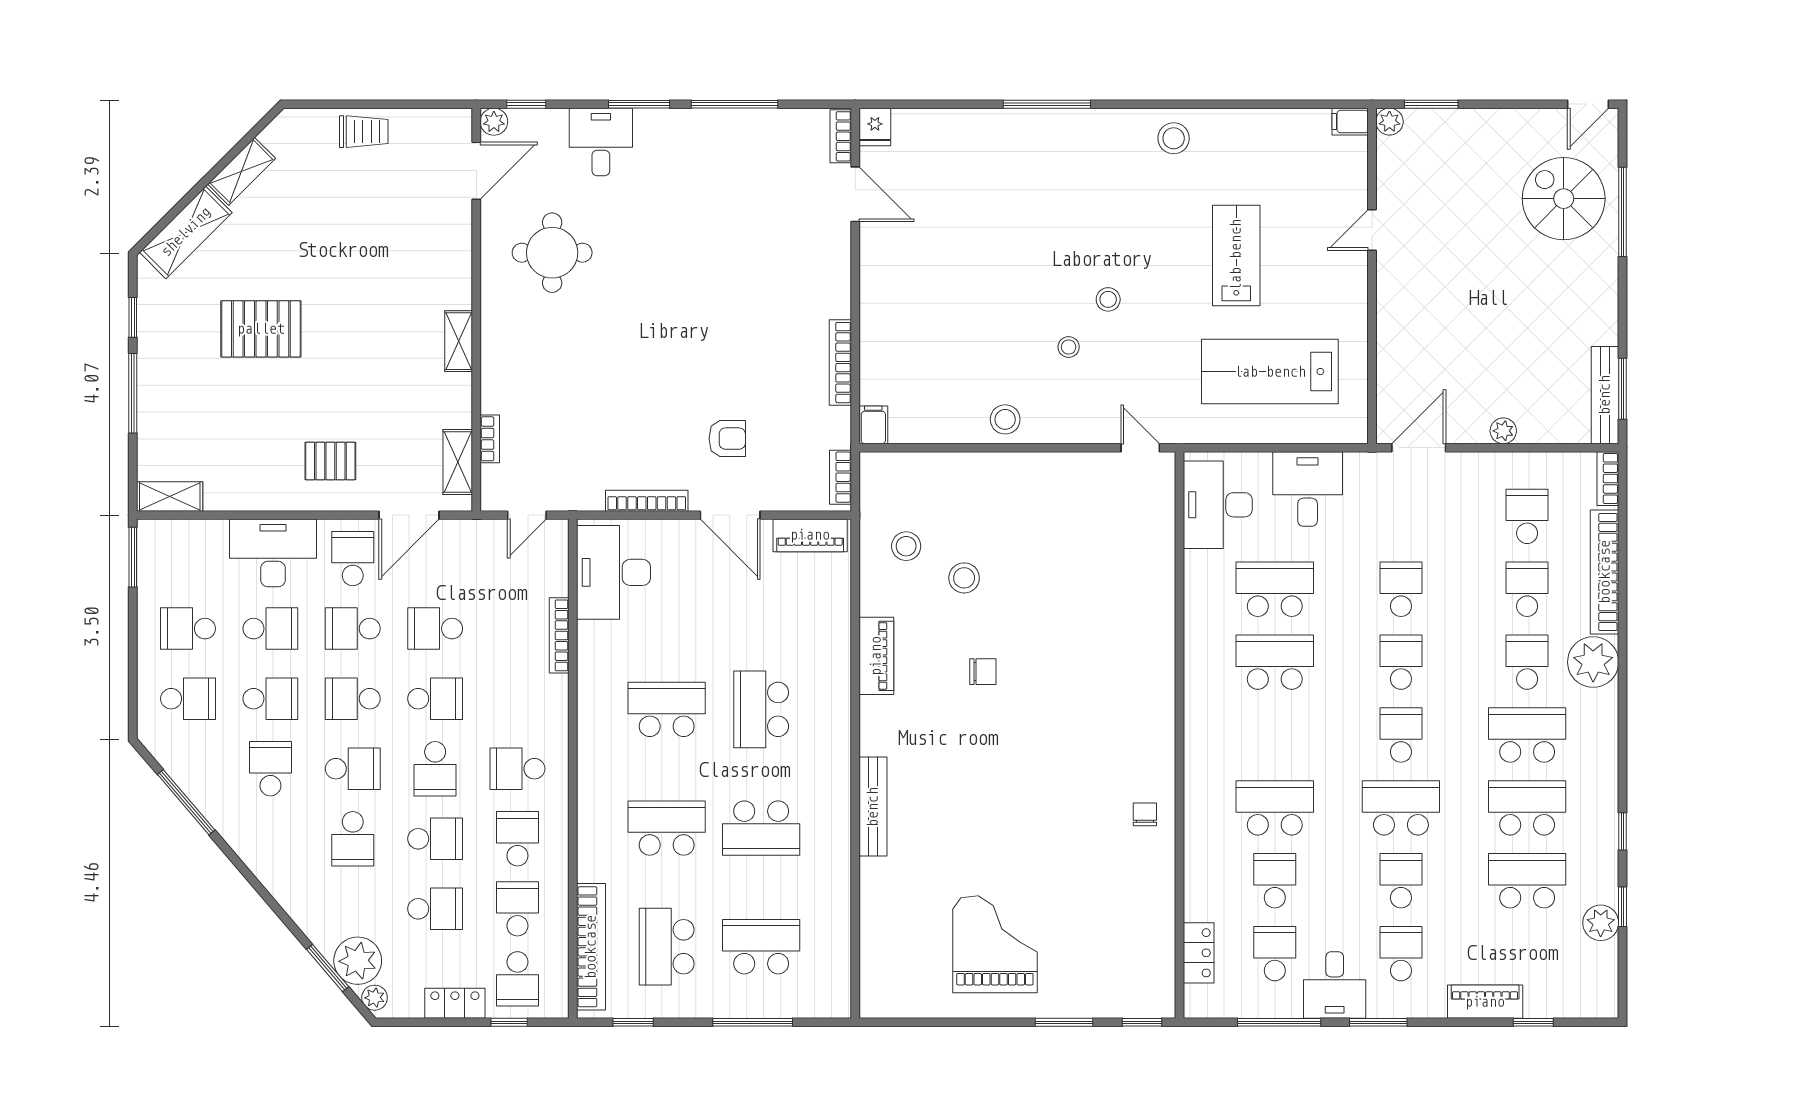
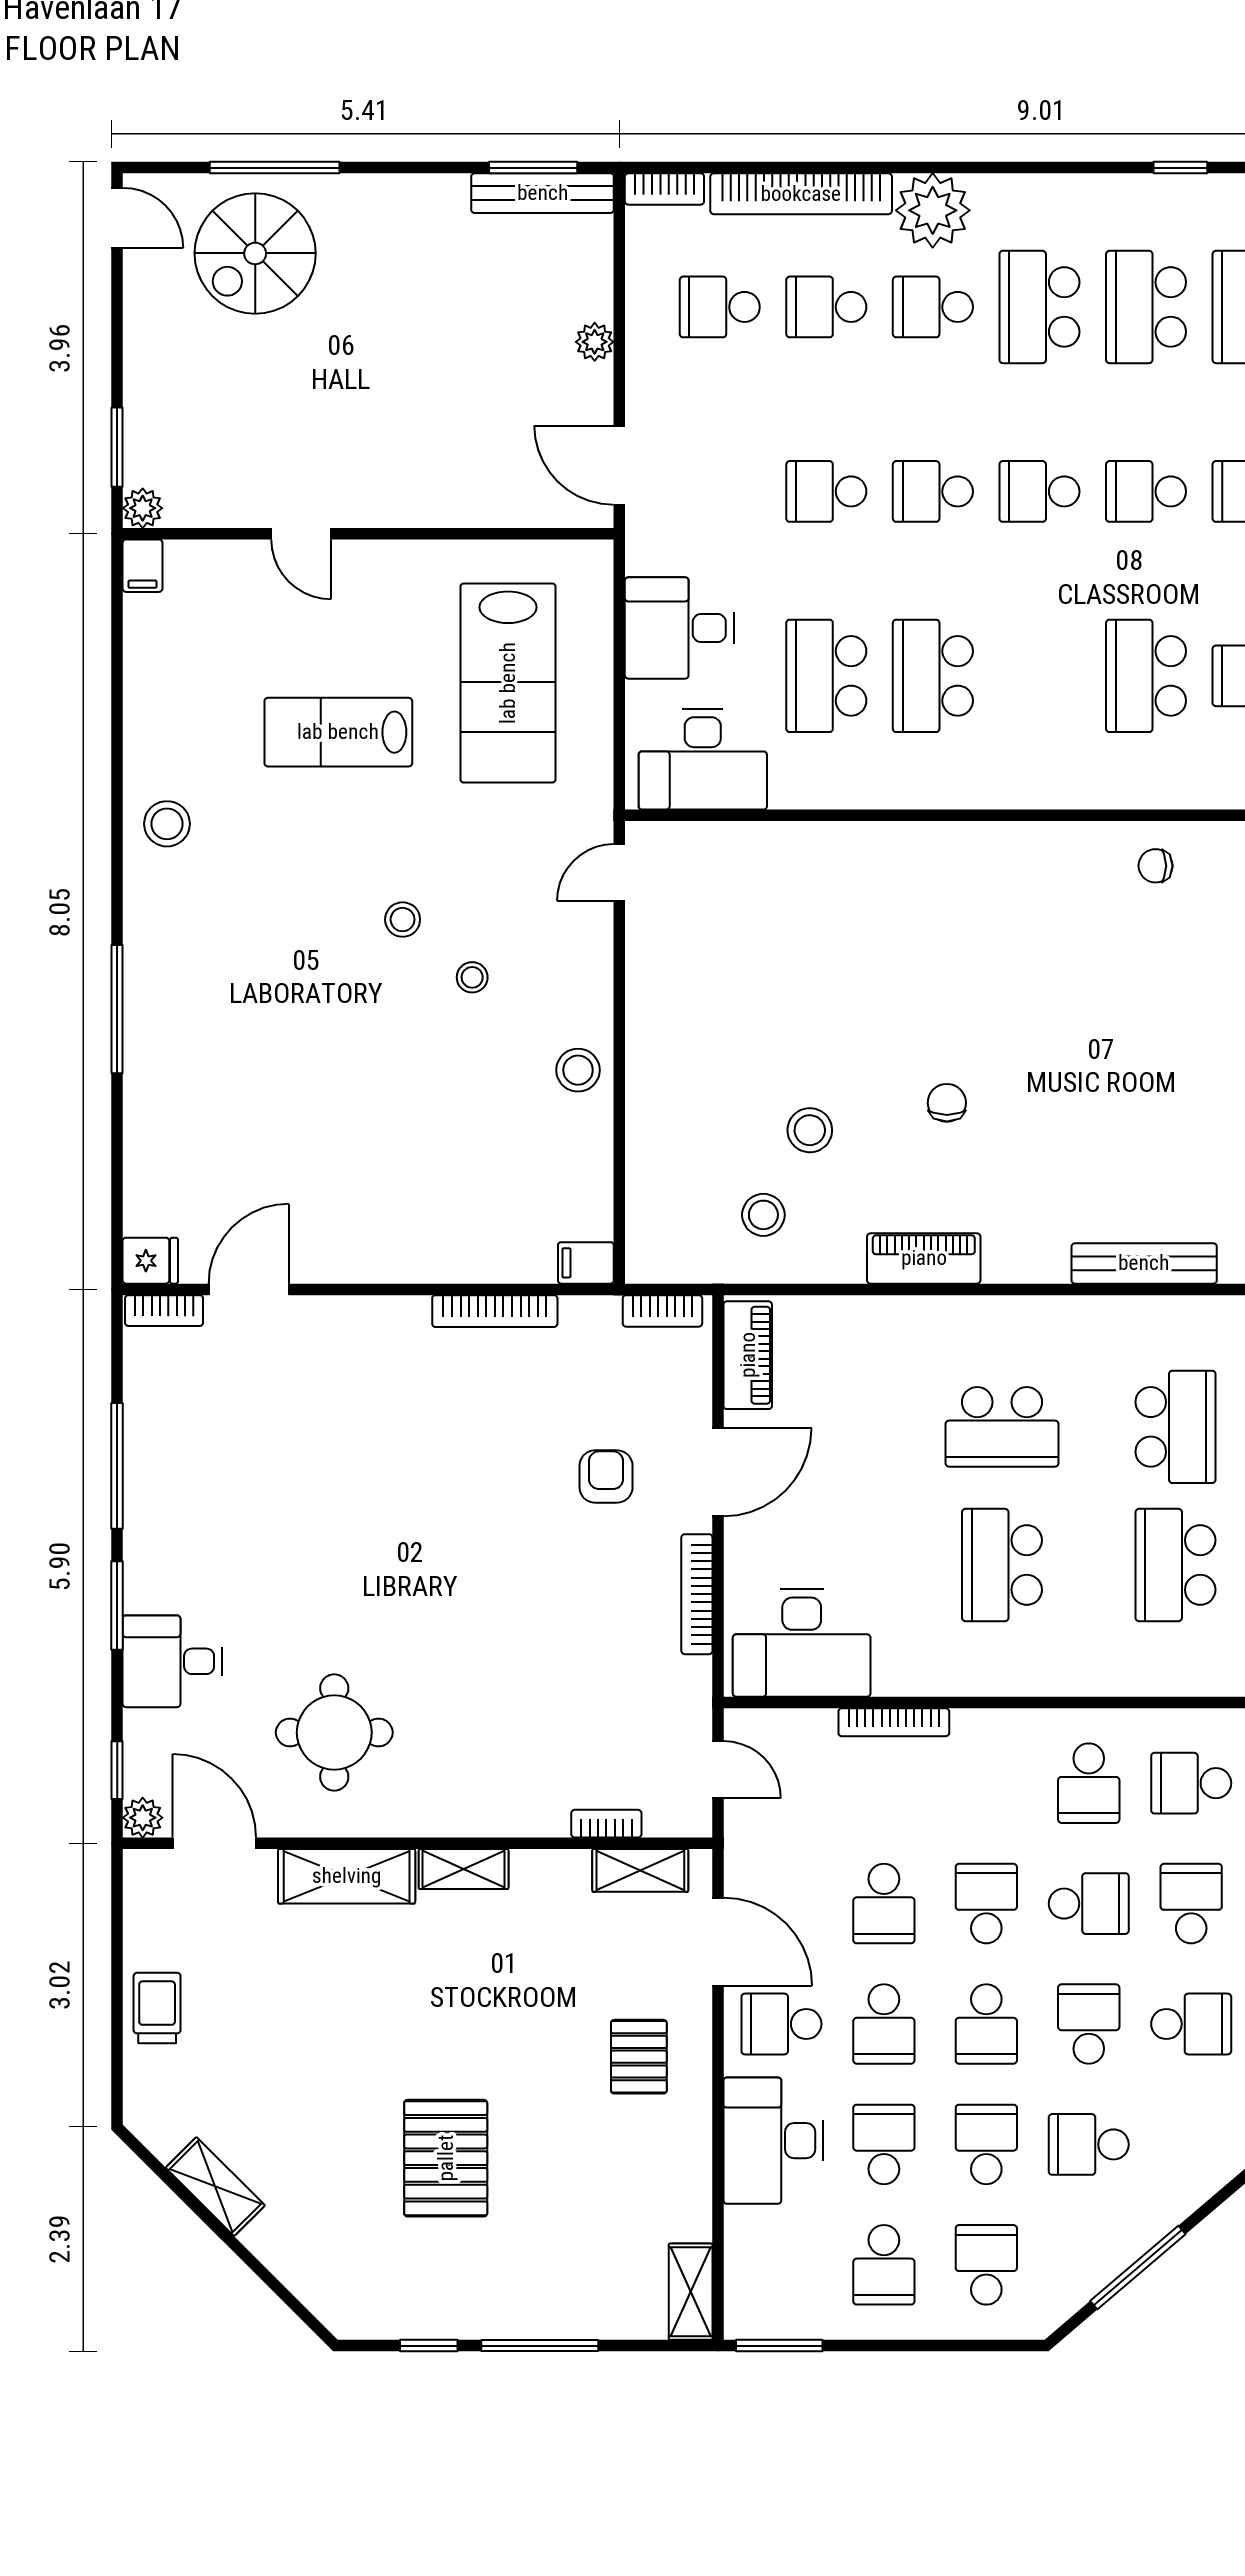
shelving: (186, 232) -> (347, 1876), moved, turned -45
school desk: (1401, 808) -> (1146, 491), width x0.54

